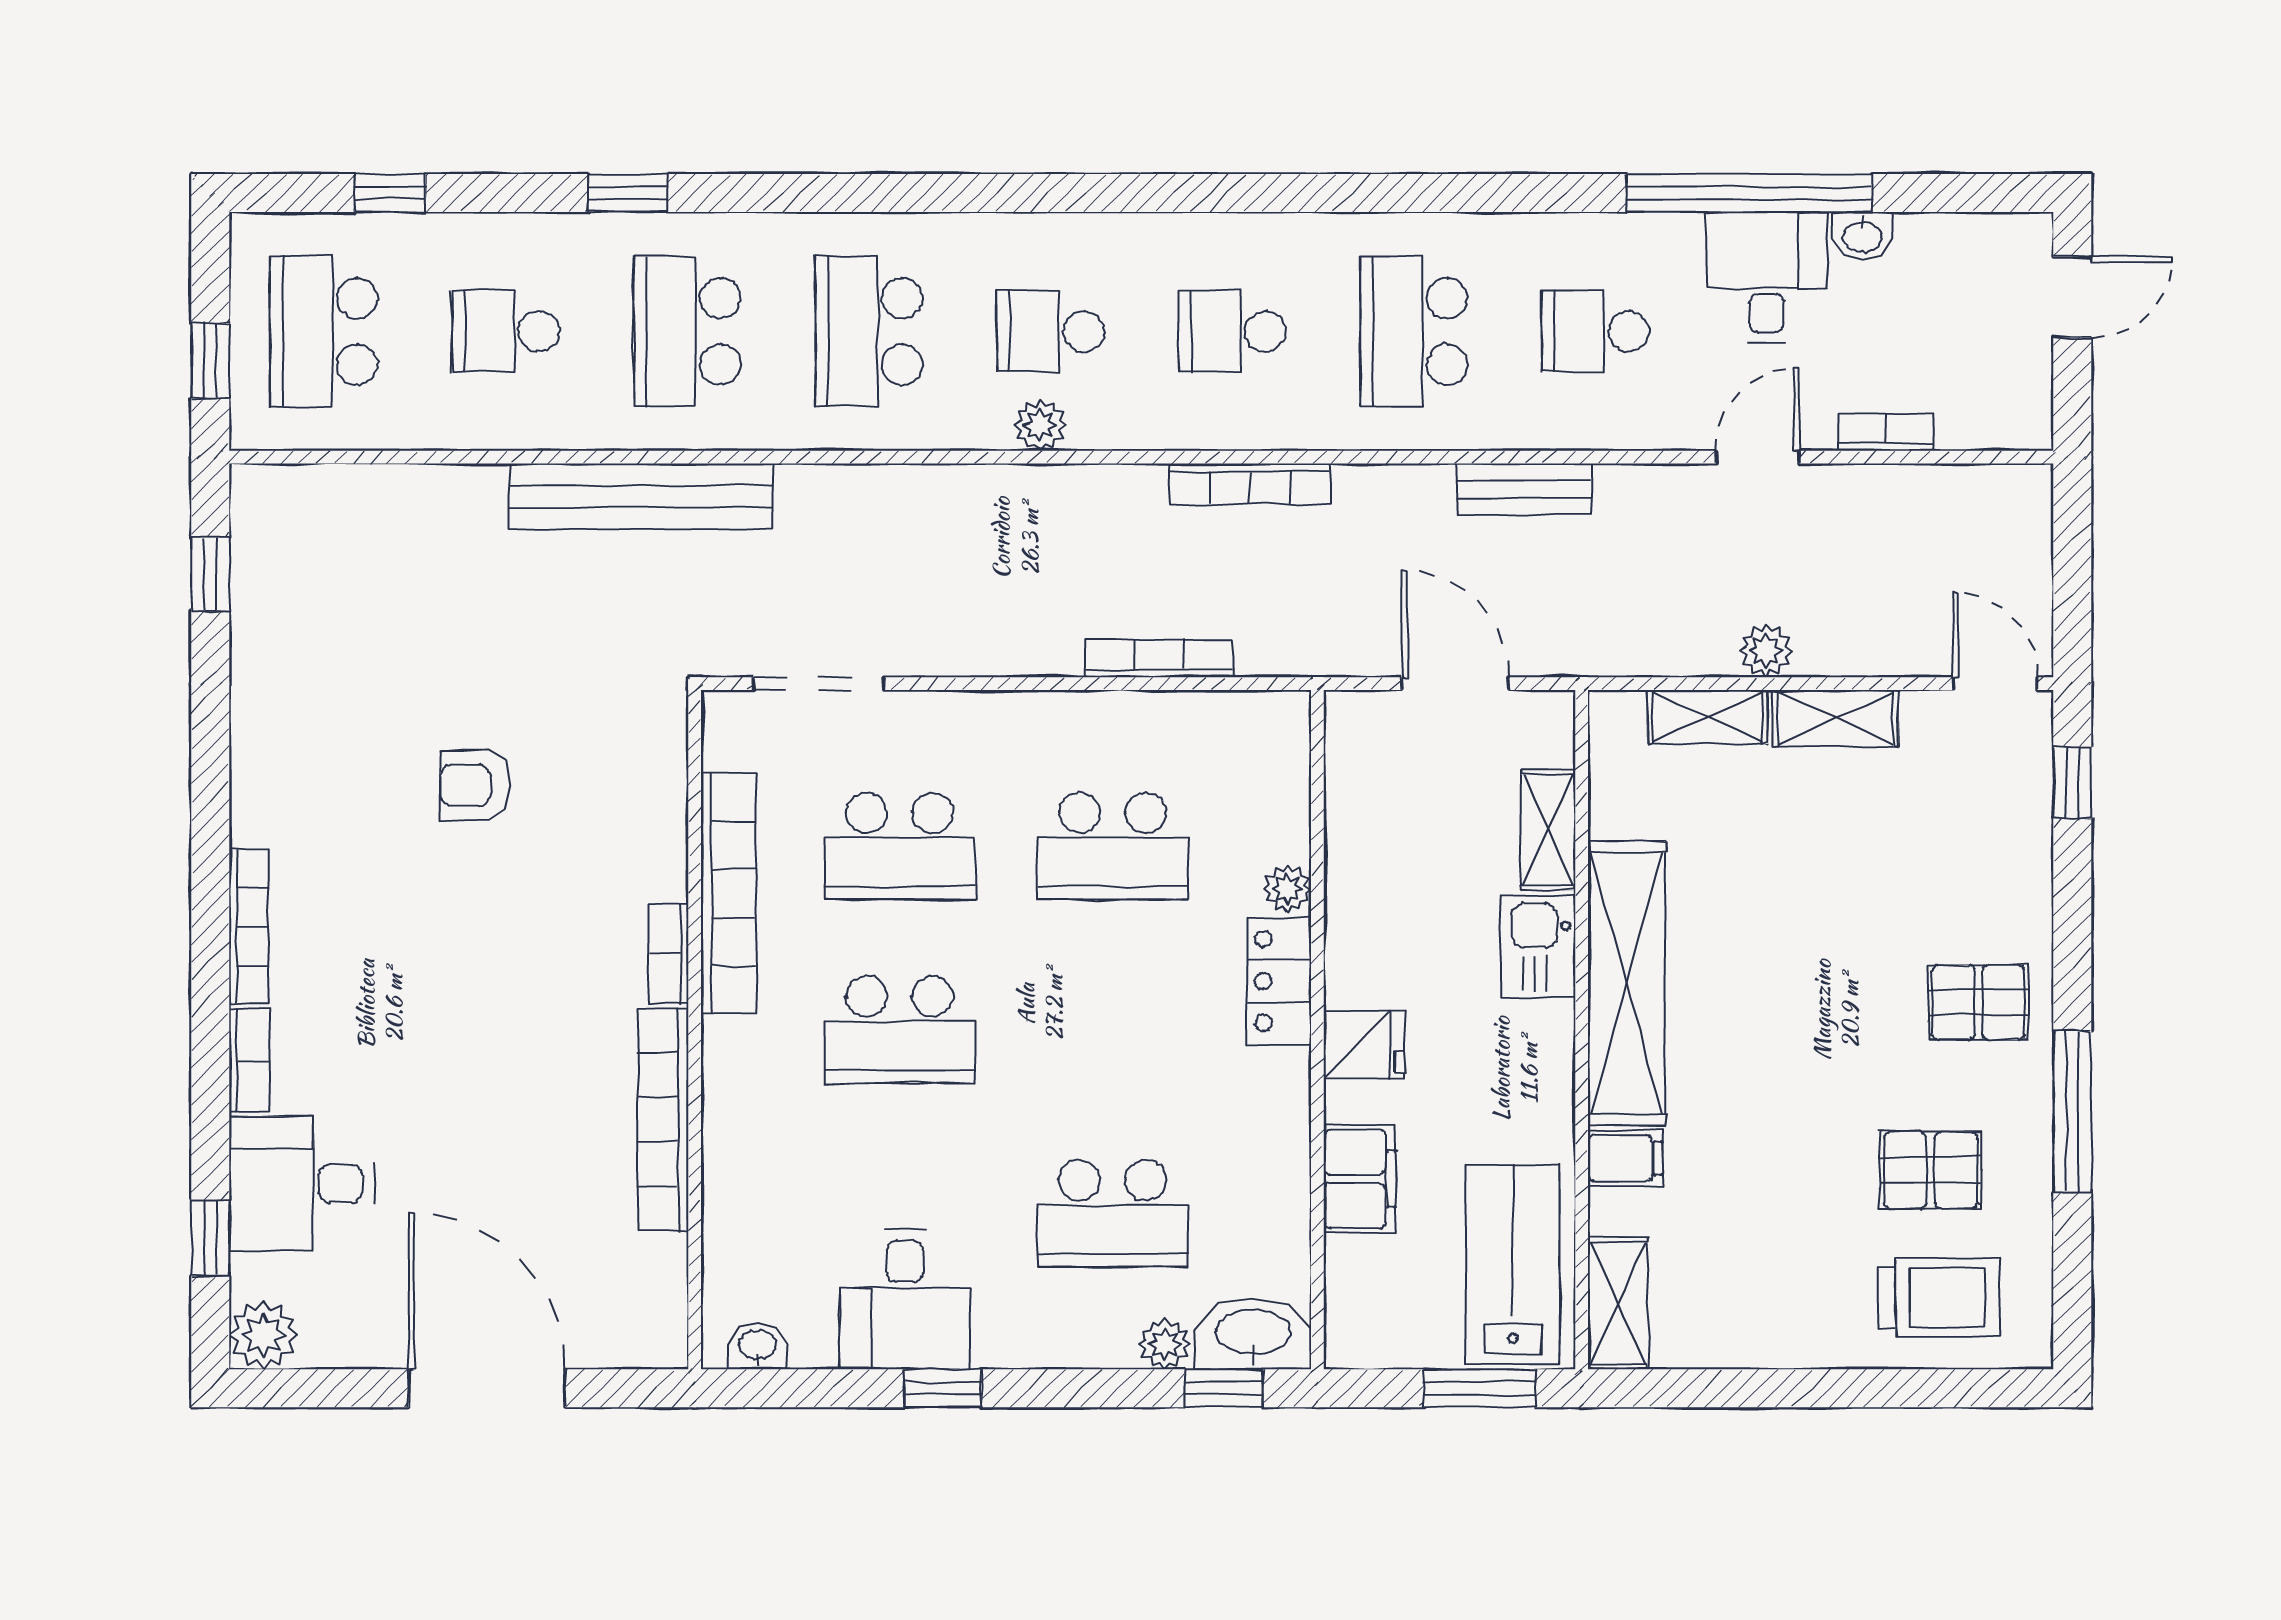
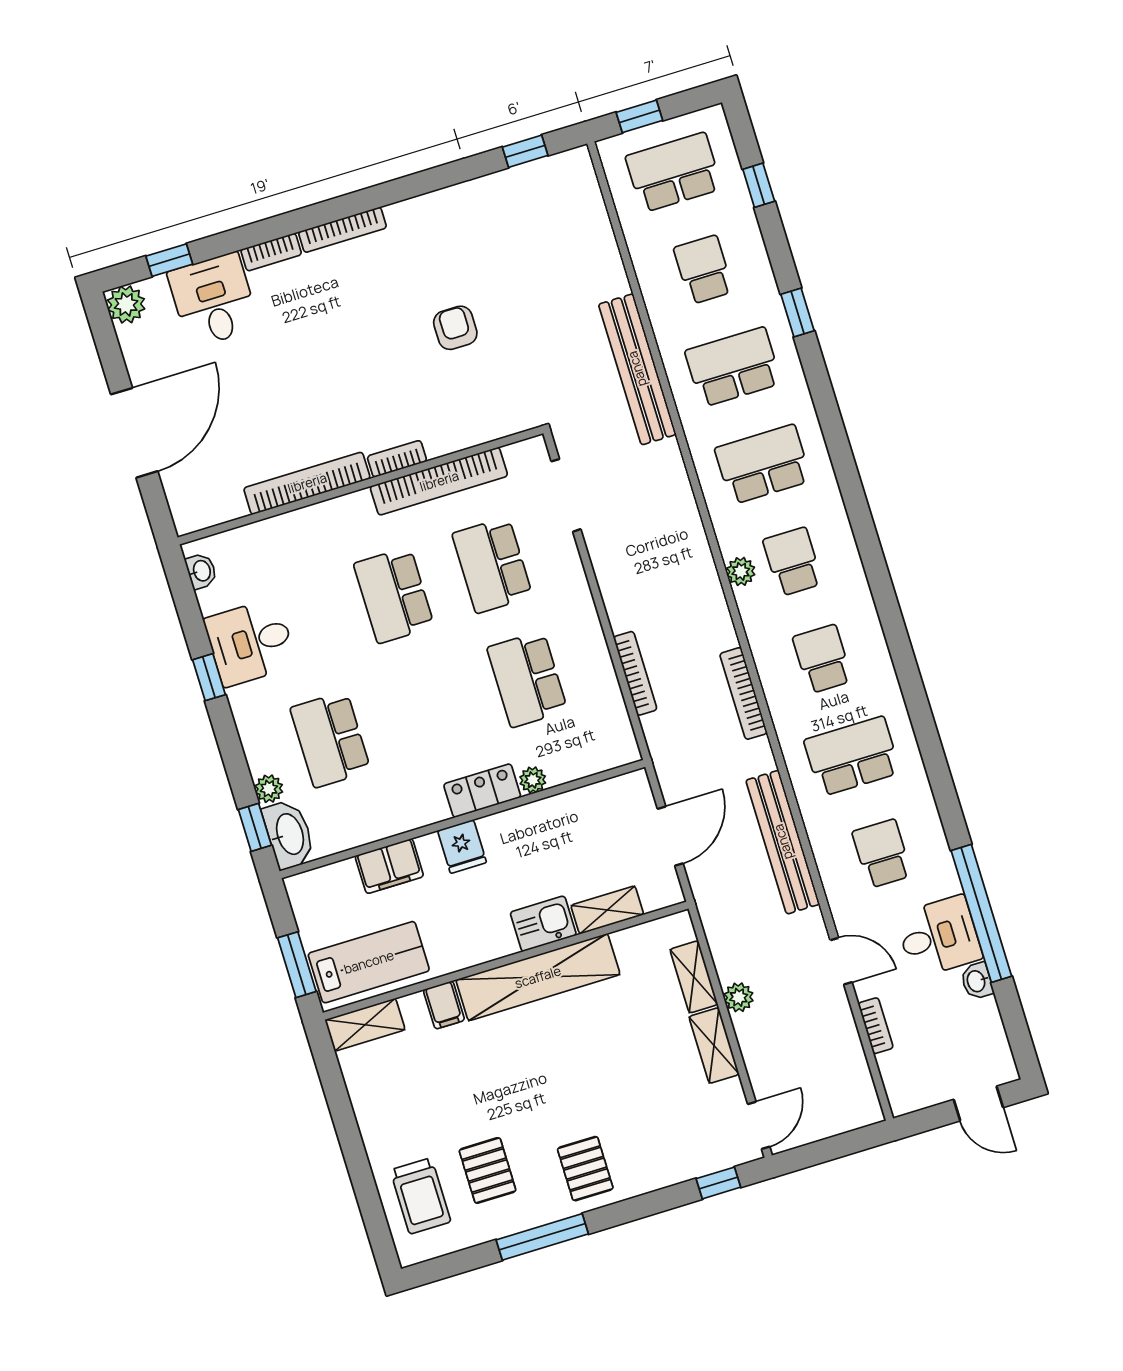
bench: (1524, 489) -> (783, 842), width x1.86, depth x1.21

